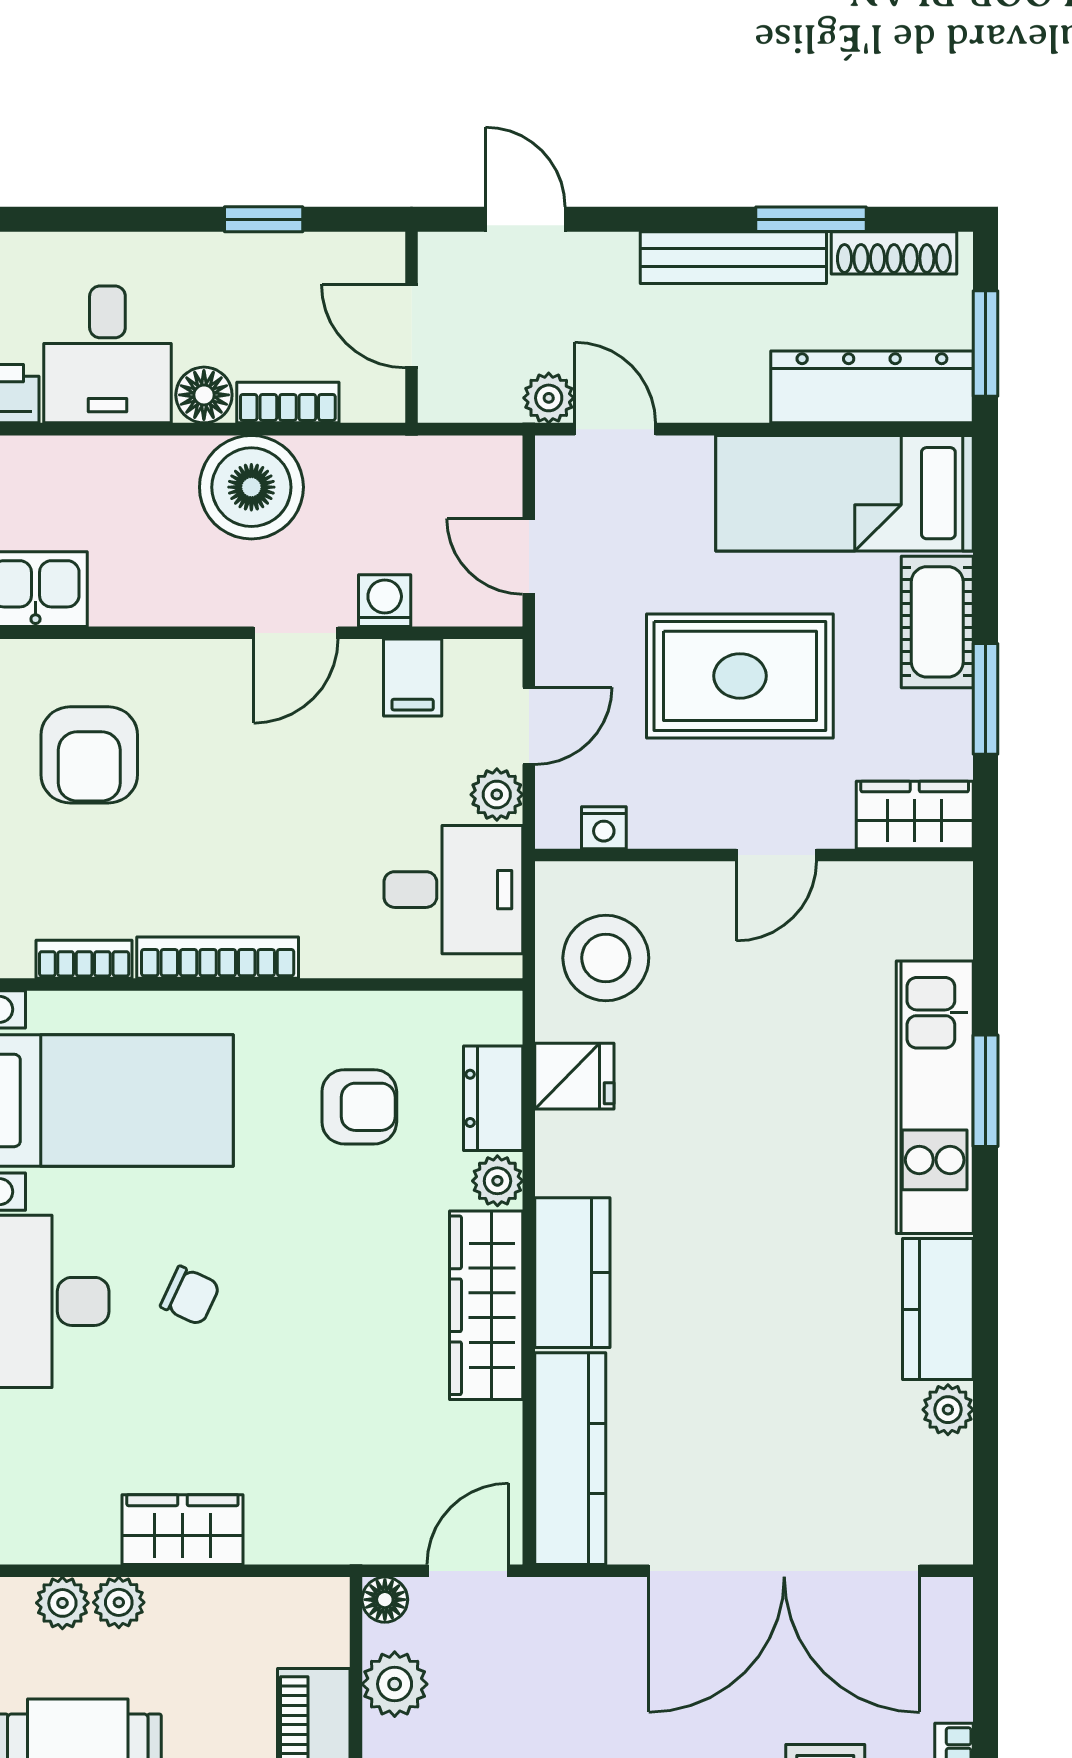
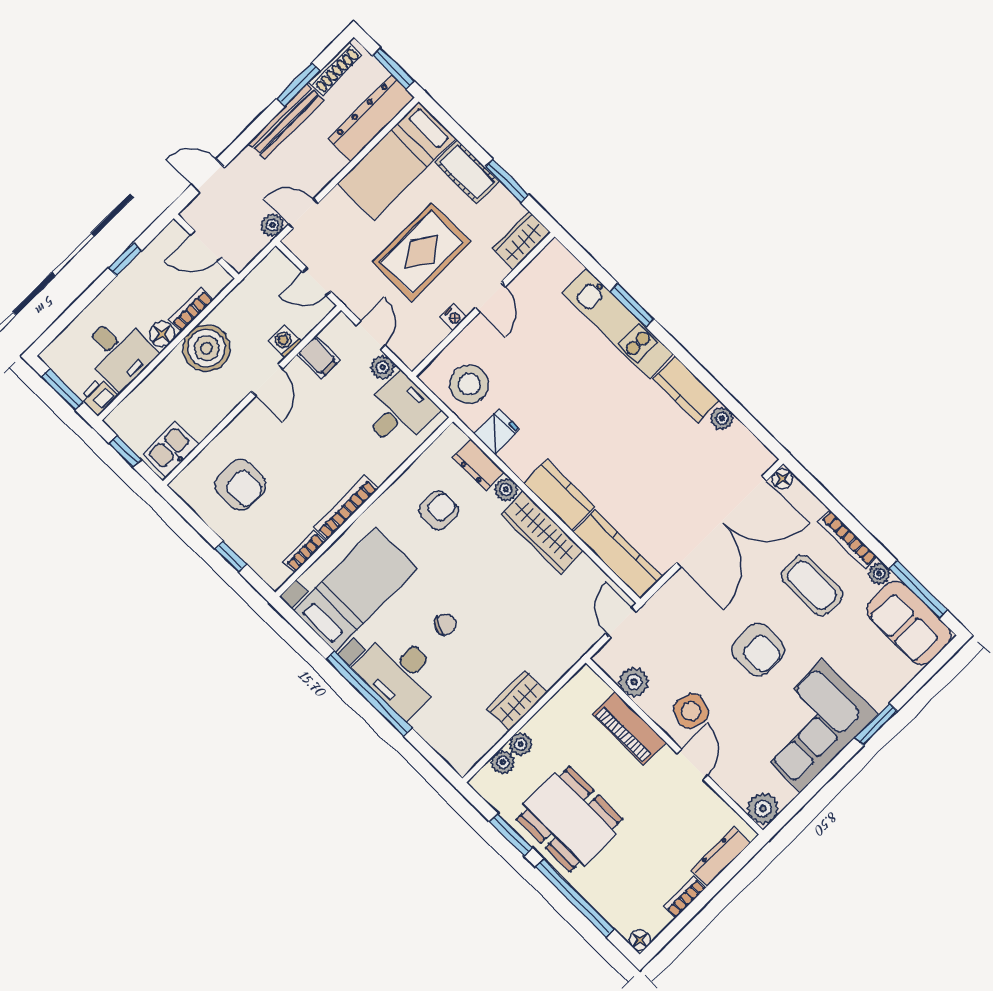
nightstand: (604, 828) -> (454, 317), moved
floor lamp: (385, 1600) -> (782, 479), moved

